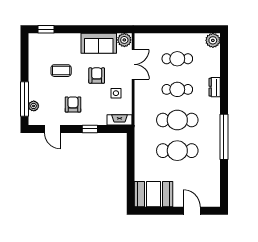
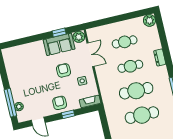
window: (46, 29) -> (59, 32), moved
coffee table: (61, 71) -> (34, 73), removed
armchair: (73, 104) -> (60, 103), moved

